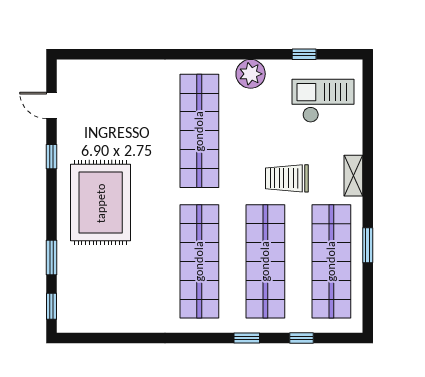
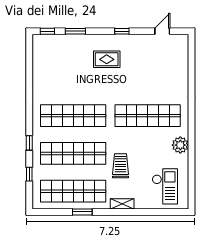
window: (304, 54) -> (191, 176), removed
window: (51, 157) -> (122, 31), moved
rug: (101, 203) -> (107, 59), width x0.54, depth x0.49

